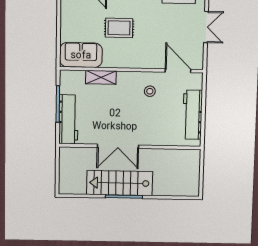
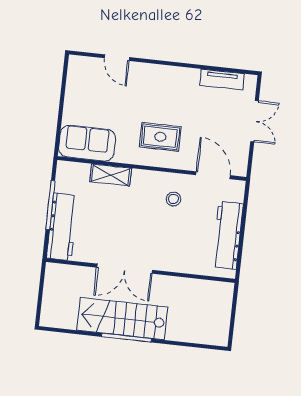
rug: (119, 28) -> (160, 137), moved

